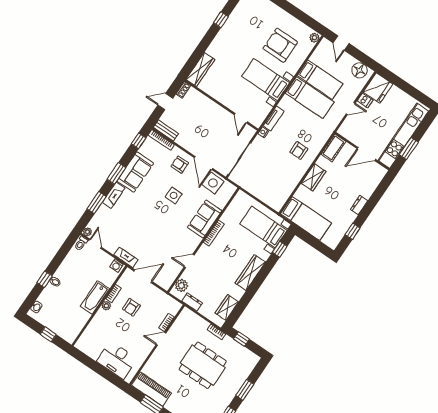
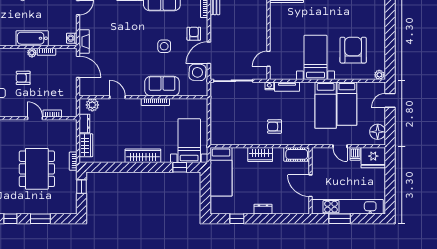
armchair: (131, 307) -> (23, 78), moved
wardrobe: (227, 307) -> (86, 145), moved, turned 90

